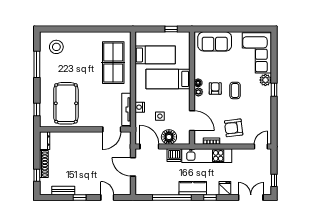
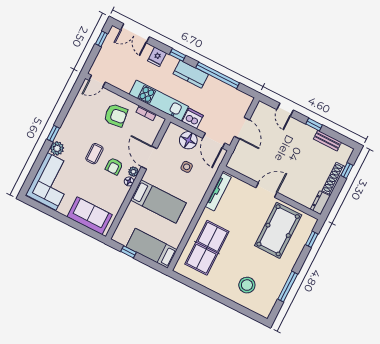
stool: (56, 47) -> (247, 285), moved
bed: (155, 55) -> (152, 248), moved
nightstand: (140, 107) -> (203, 187), removed
door: (192, 121) -> (149, 158), moved
door: (112, 129) -> (266, 190), moved

